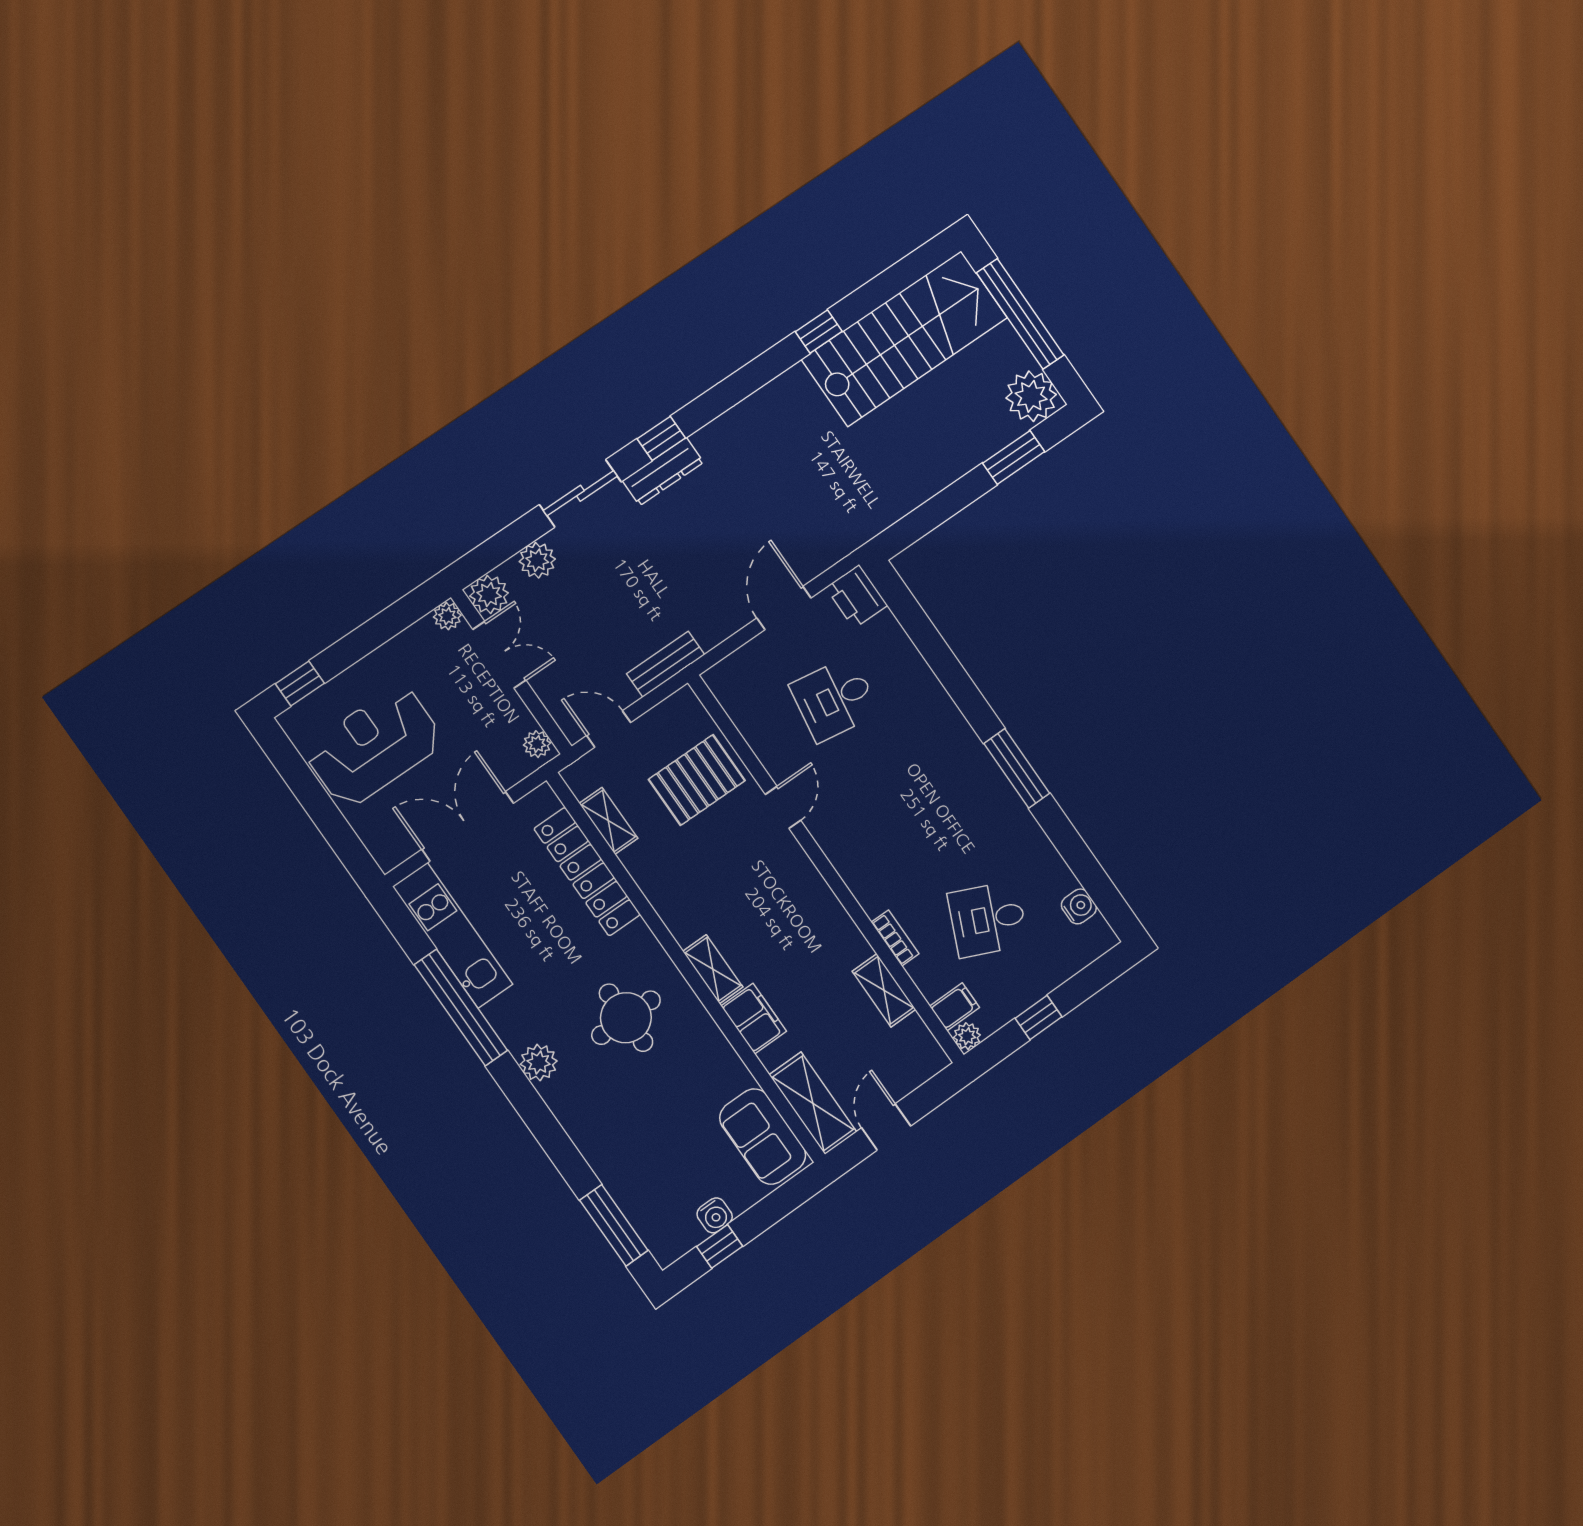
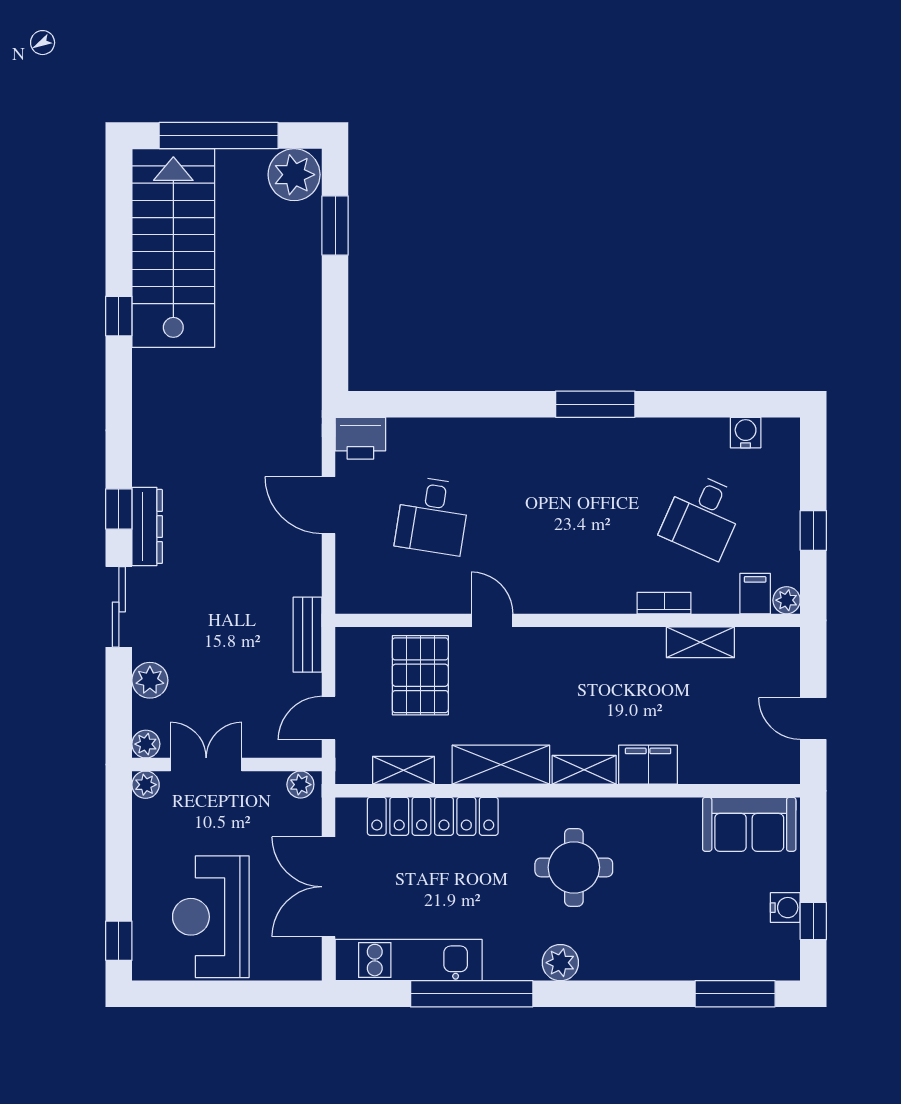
plant: (489, 595) -> (146, 744), width x0.73, depth x0.73
shelving: (813, 1103) -> (501, 765), moved

